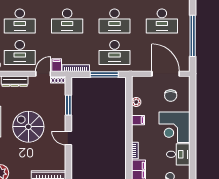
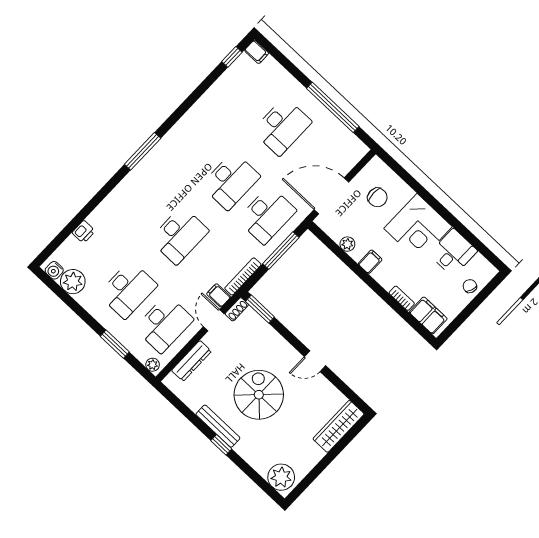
door: (166, 74) -> (331, 196), moved
window: (68, 105) -> (260, 309), moved
spiral stairs: (28, 127) -> (259, 395), turned 90

